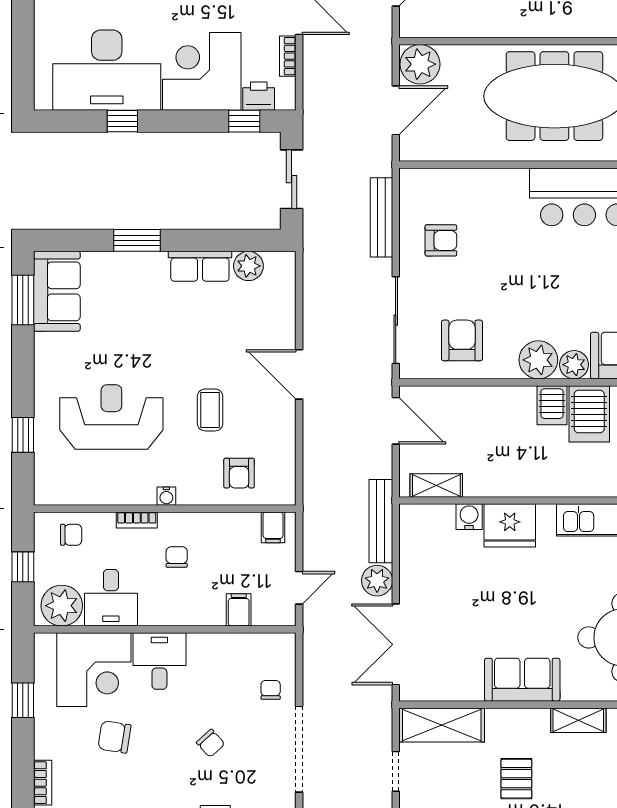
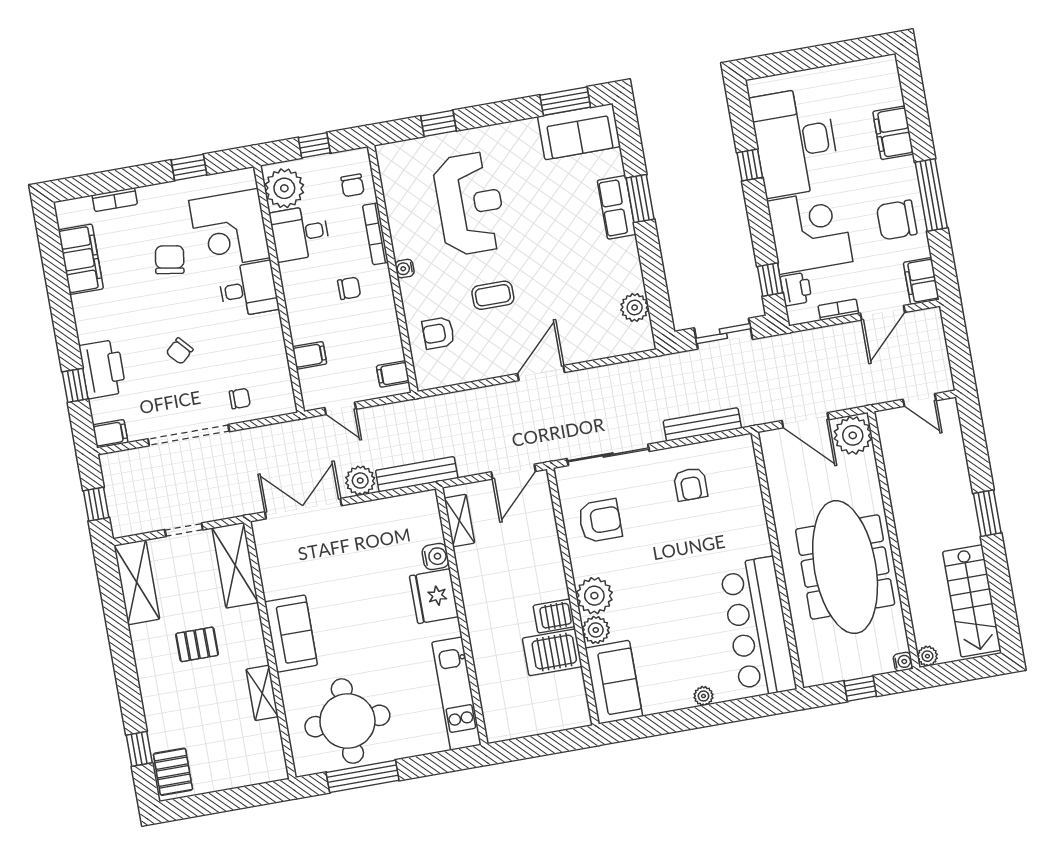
row of seats: (200, 266) -> (617, 207), moved
bookcase: (137, 520) -> (375, 234), width x1.56

